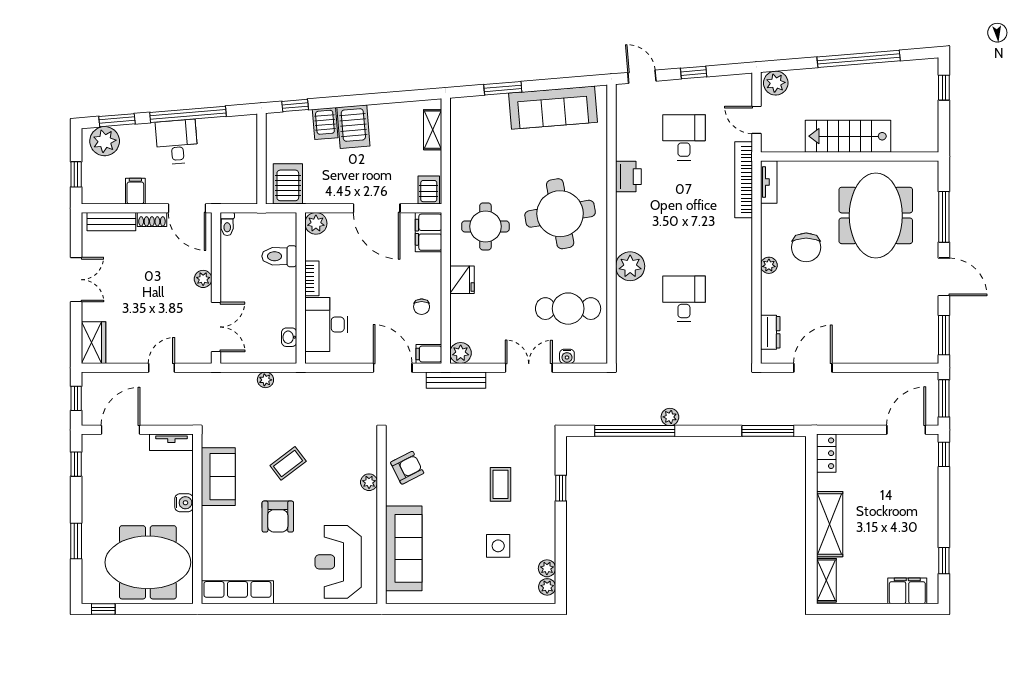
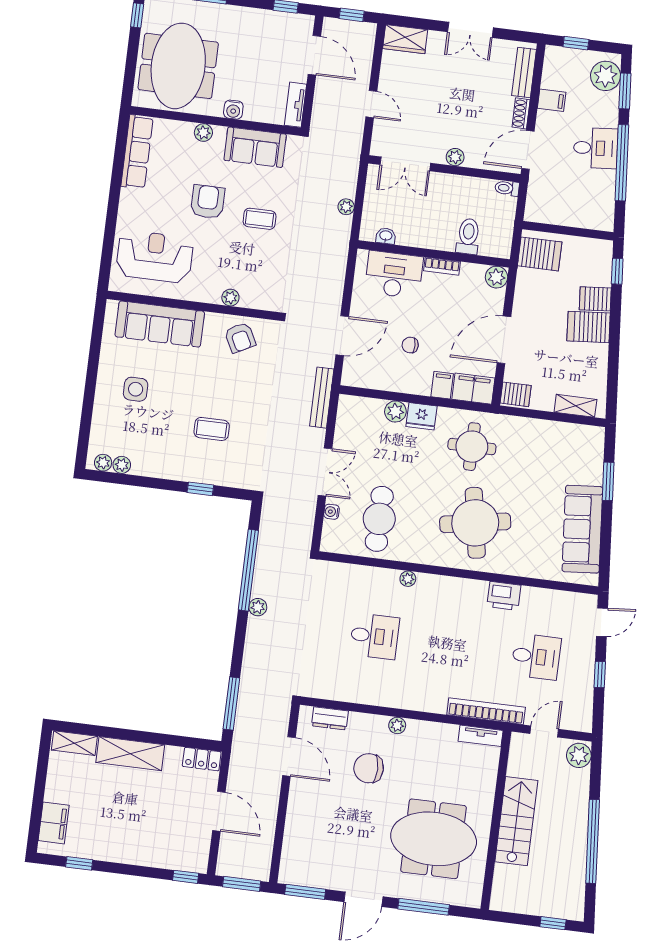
chair: (806, 247) -> (369, 768), moved
plant: (630, 266) -> (408, 579), width x0.53, depth x0.53
chair: (422, 307) -> (410, 345), moved
plant: (461, 353) -> (395, 411), moved
filing cabinet: (429, 354) -> (442, 385), moved
door: (906, 430) -> (219, 811), moved
coffee table: (288, 463) -> (260, 219), turned -53
armchair: (278, 517) -> (208, 202), turned 90
plant: (210, 529) -> (203, 133), added
side table: (498, 546) -> (136, 389), moved

